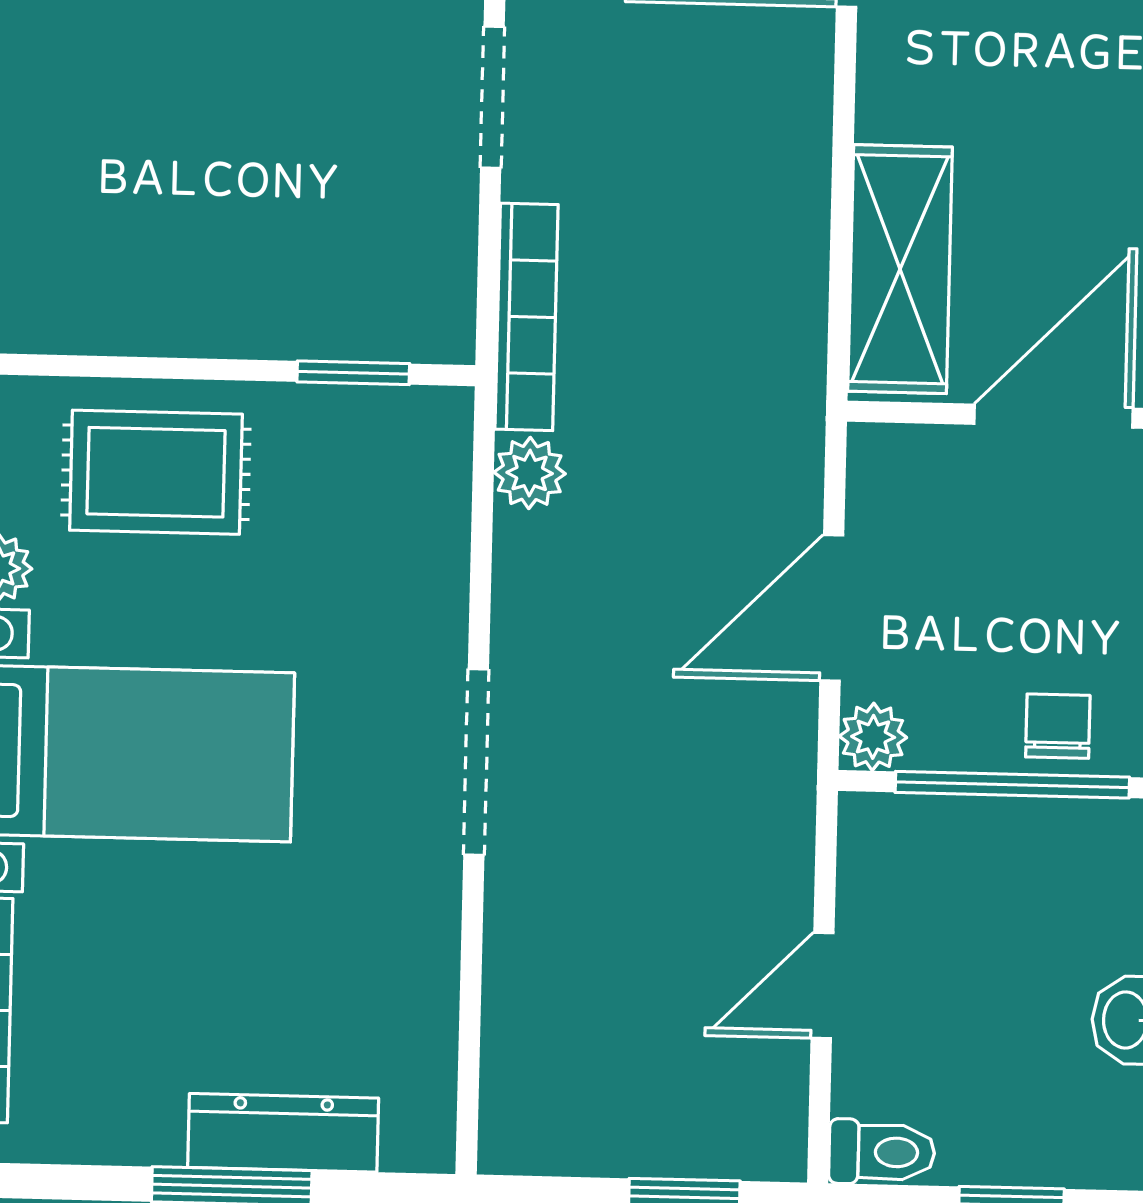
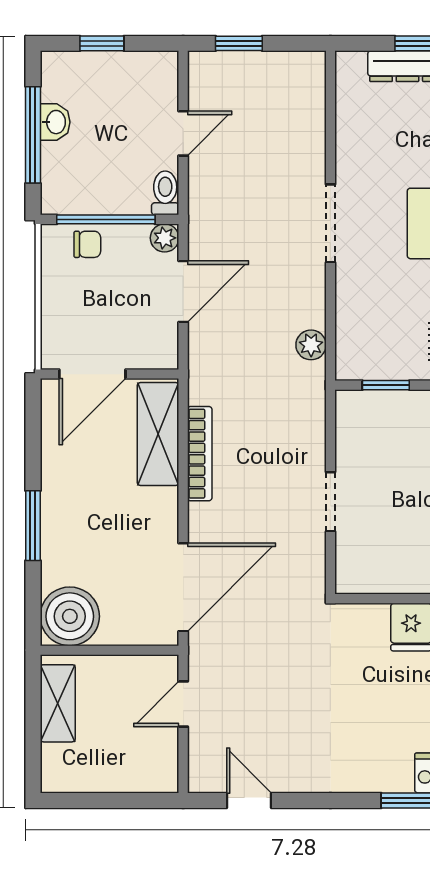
bookcase: (527, 317) -> (200, 454), moved, turned 180
chair: (1058, 726) -> (87, 244), turned -90
toilet: (882, 1152) -> (165, 193), moved, turned 90

